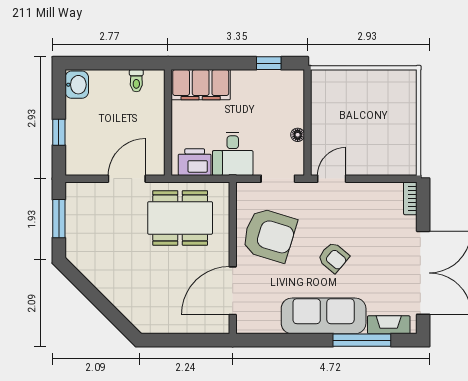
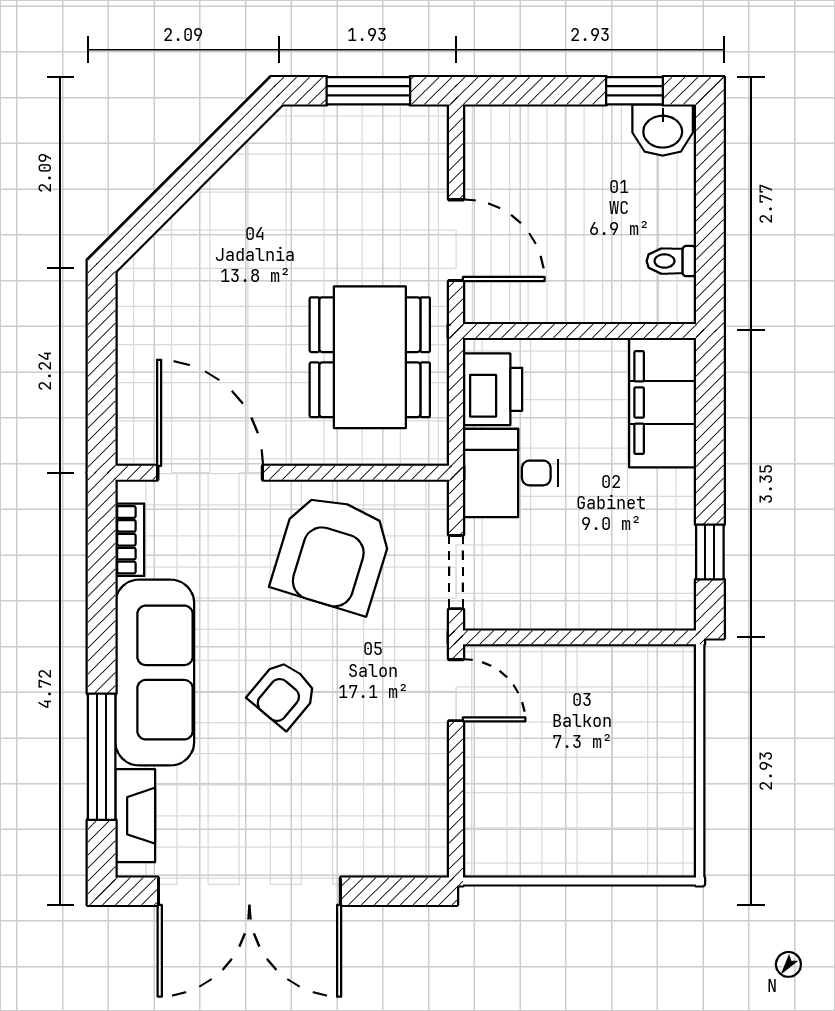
window: (59, 132) -> (634, 91), moved
floor lamp: (298, 135) -> (553, 616), removed
bookcase: (410, 198) -> (130, 540), moved, turned 90

